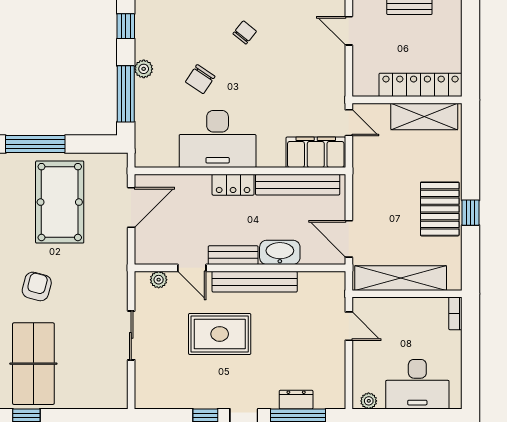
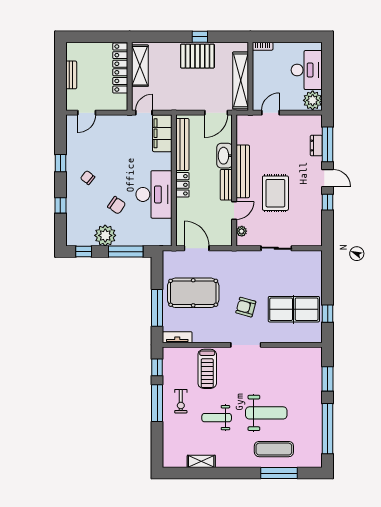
plant: (144, 69) -> (105, 235), width x1.87, depth x1.87
plant: (369, 401) -> (313, 100), width x1.87, depth x1.87

